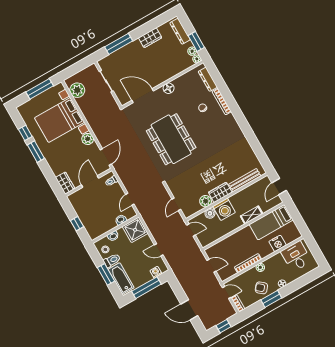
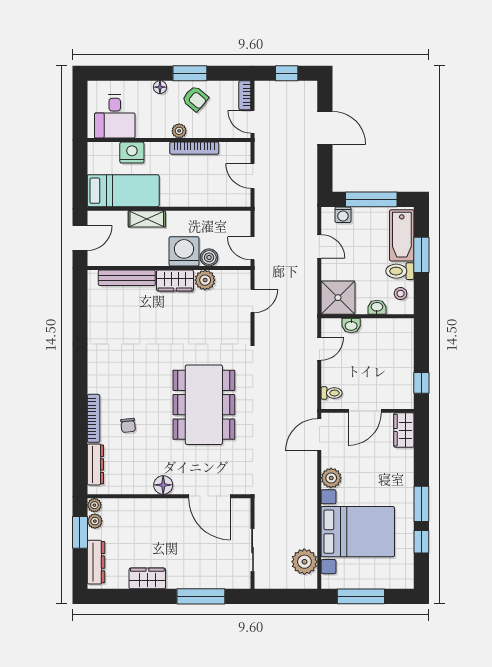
window: (77, 224) -> (421, 383), moved

